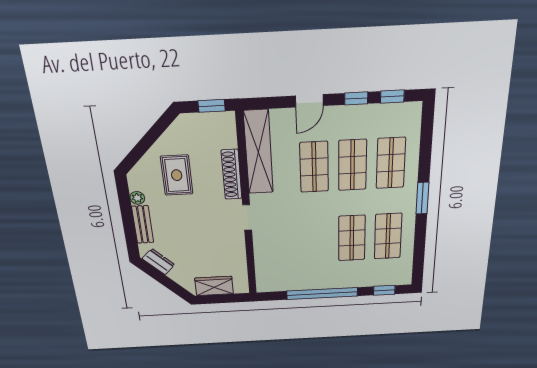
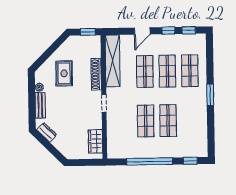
shop shelf: (388, 236) -> (146, 121), moved
wardrobe: (214, 286) -> (95, 141), moved, turned -90

